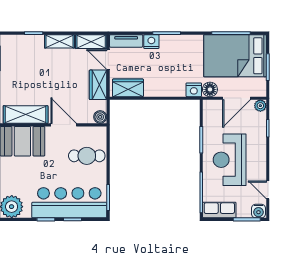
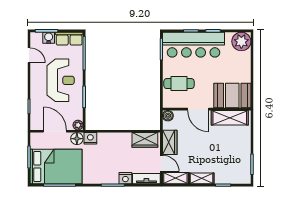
door: (237, 98) -> (55, 131), hinge flipped
plant: (260, 106) -> (78, 125), moved
water cooler: (258, 211) -> (49, 38), moved

